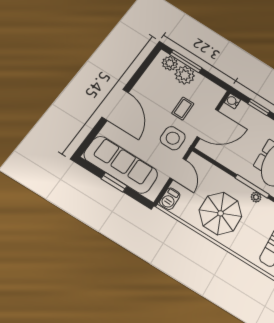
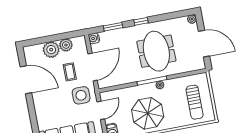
window: (186, 61) -> (44, 40), removed
plant: (170, 63) -> (66, 45), moved
door: (115, 105) -> (26, 80), moved
door: (178, 169) -> (101, 110), hinge flipped

